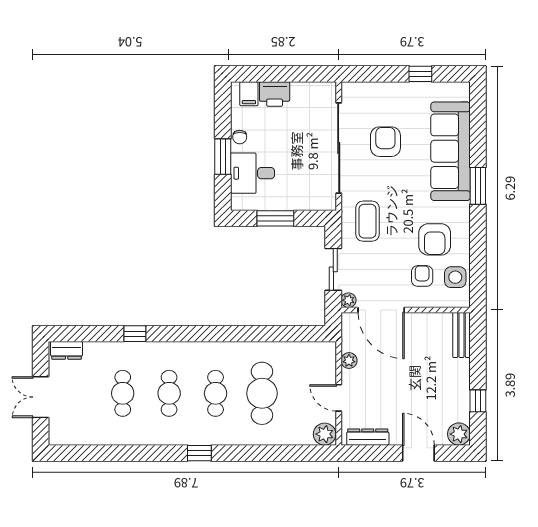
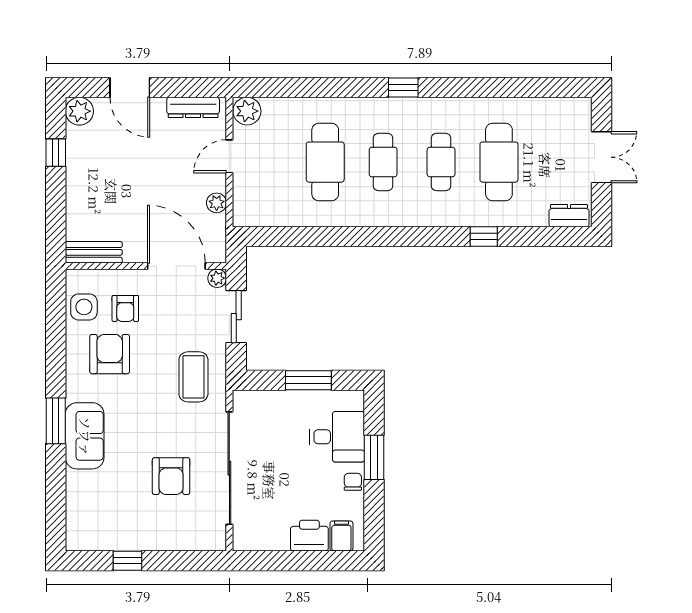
sofa: (451, 151) -> (85, 436), width x0.54, depth x0.79
bench: (461, 335) -> (94, 252), moved, turned 90
cafe table: (123, 393) -> (499, 162), width x1.37, depth x1.35
door: (339, 398) -> (229, 156), swing flipped

